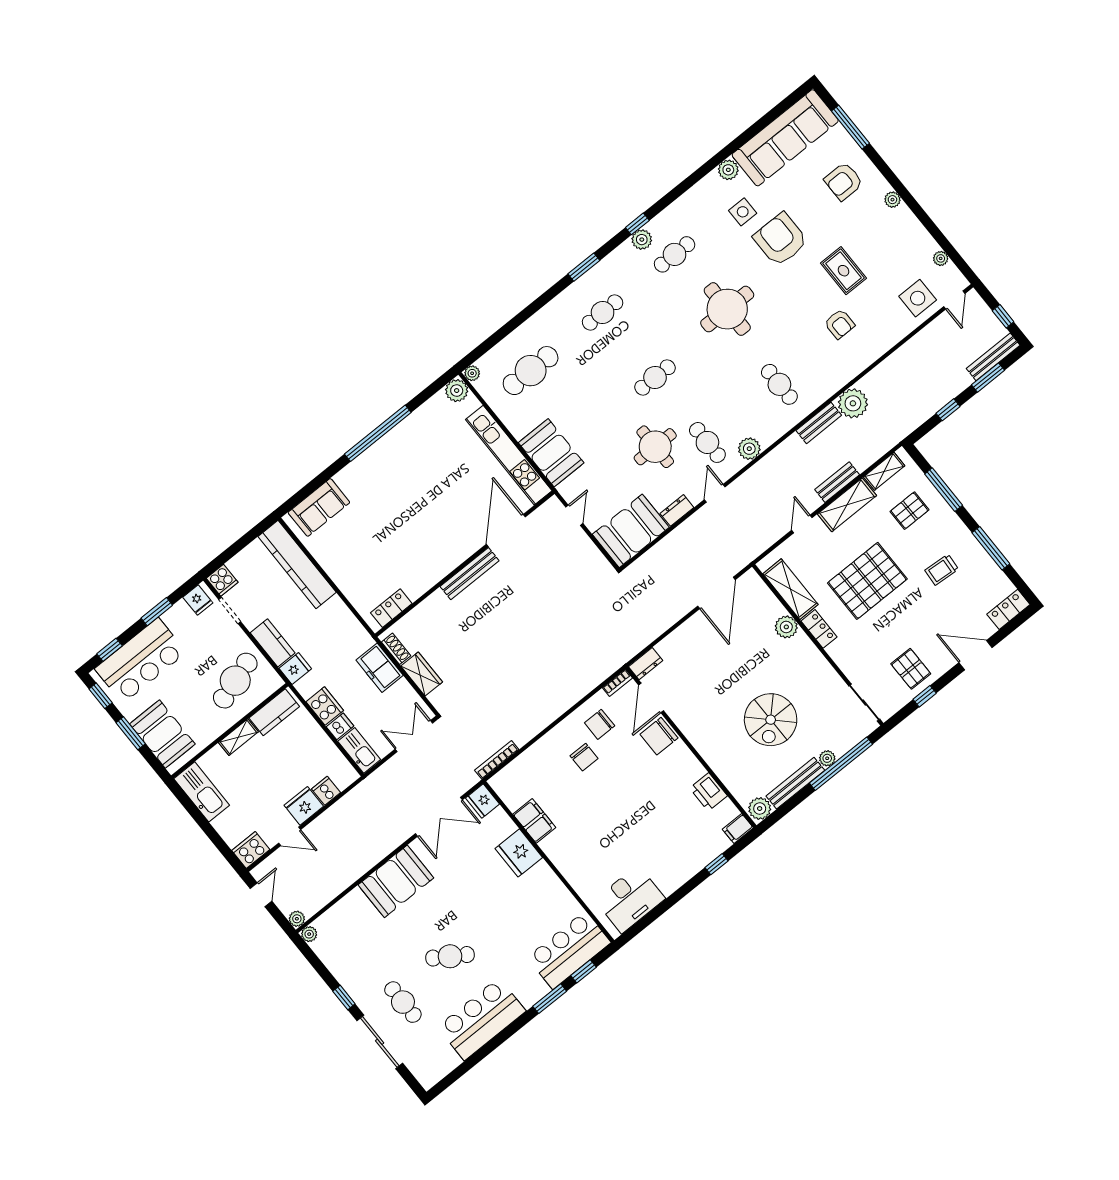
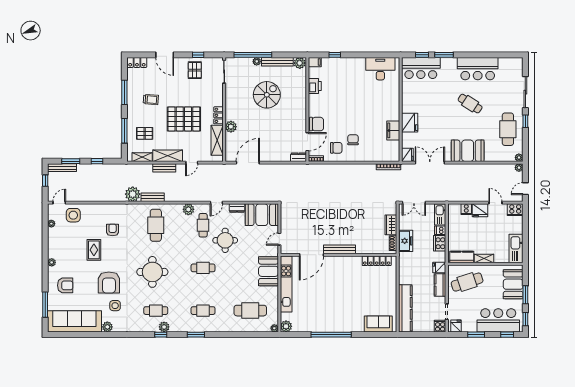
cafe table: (779, 384) -> (156, 225), width x1.37, depth x1.35
locker: (391, 608) -> (377, 261), width x1.53
cafe table: (403, 1002) -> (508, 129), moved, width x1.37, depth x1.35

